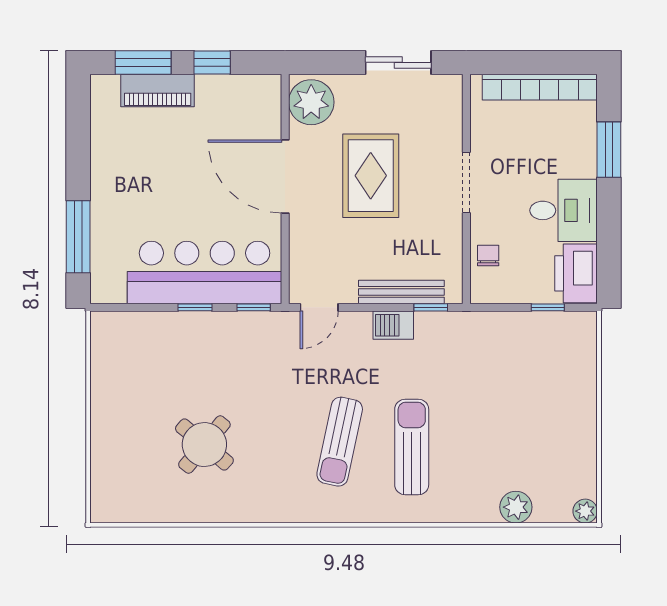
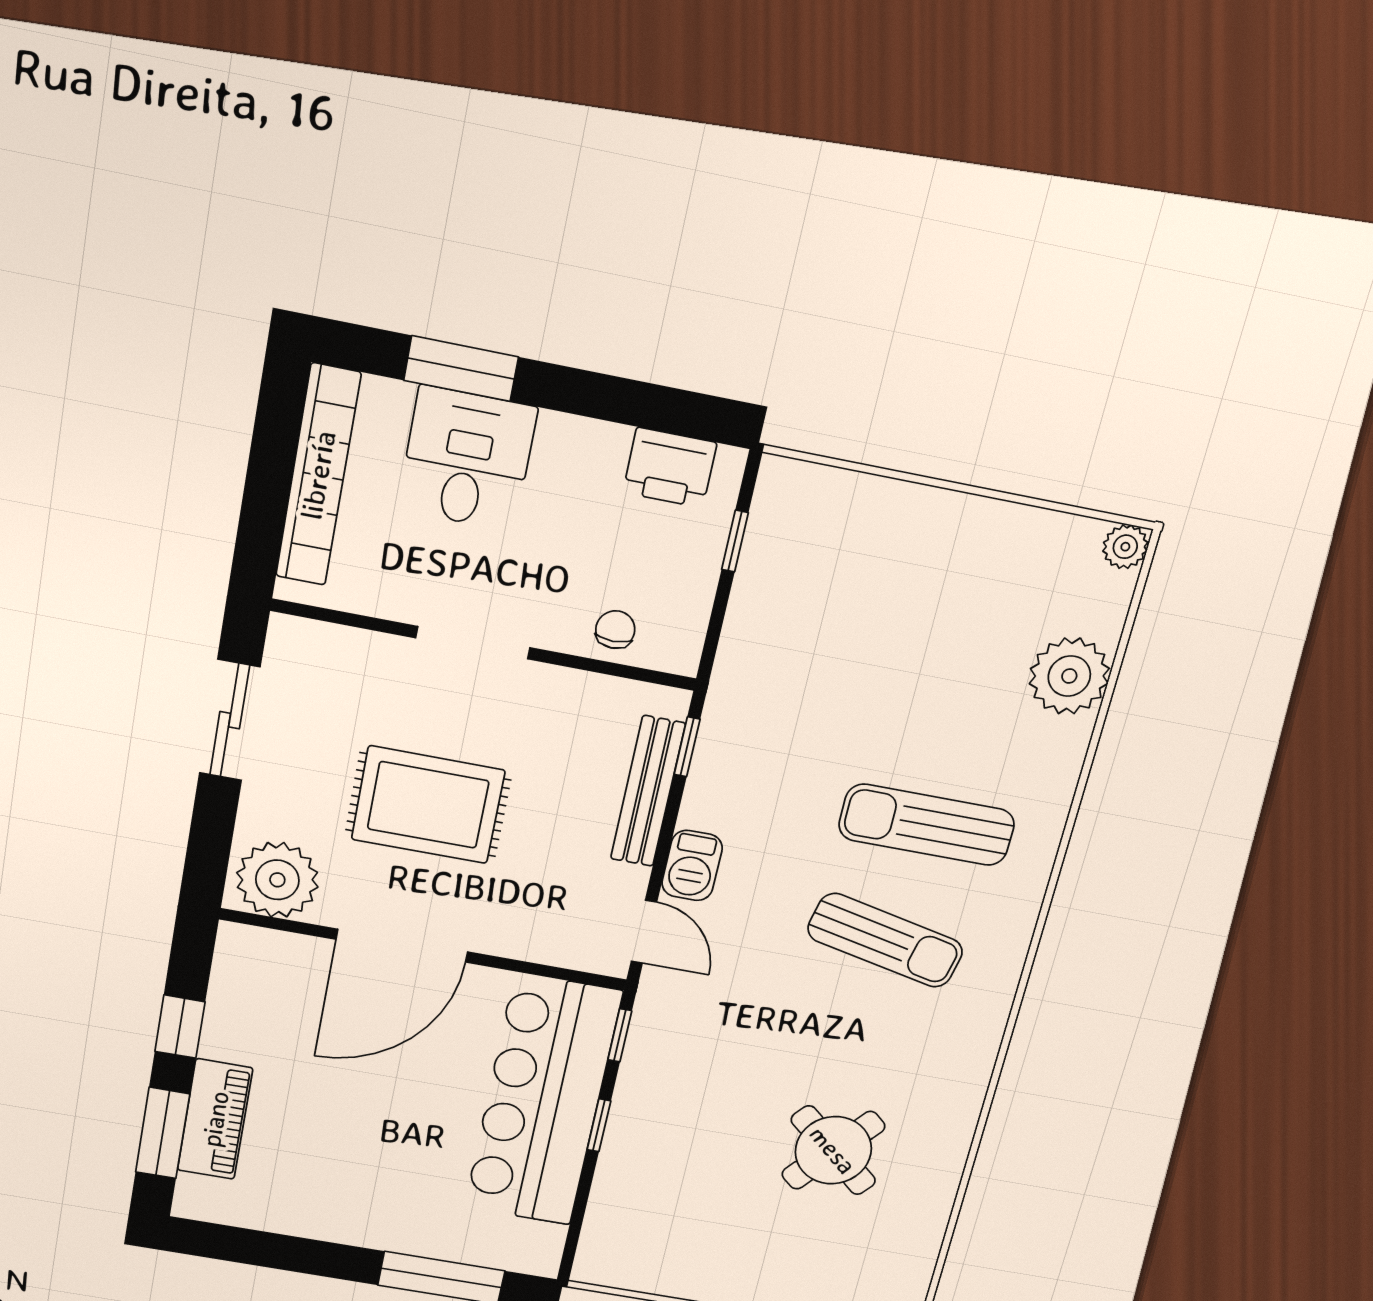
desk: (564, 210) -> (467, 459), moved
chair: (488, 256) -> (615, 630), turned 90
printer: (576, 273) -> (670, 468), width x0.73, depth x0.84
barbecue: (393, 325) -> (692, 866), moved
plant: (516, 507) -> (1069, 676), width x1.36, depth x1.36

